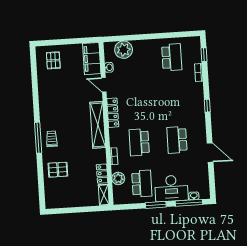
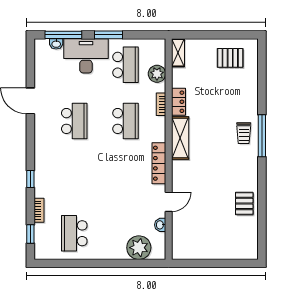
filing cabinet: (92, 59) -> (183, 238), removed
pallet: (53, 60) -> (244, 203), moved
door: (104, 85) -> (169, 202), hinge flipped
window: (207, 106) -> (30, 179), moved
shelving: (98, 125) -> (180, 138), width x0.68
pallet: (58, 170) -> (230, 58), moved
locker: (102, 174) -> (178, 102), moved
school desk: (142, 184) -> (126, 65), turned 180

